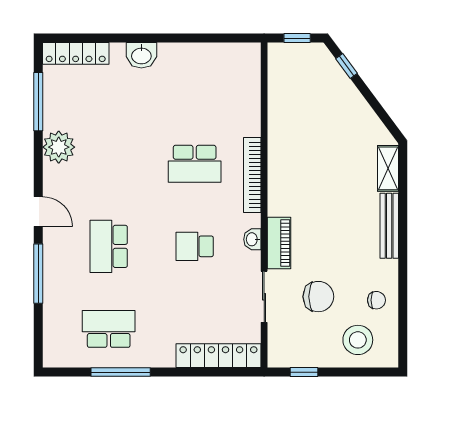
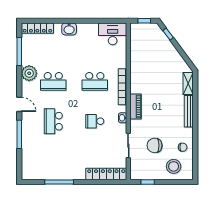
desk: (232, 65) -> (113, 34), added
piano: (279, 243) -> (136, 106), moved
chair: (318, 297) -> (155, 145), turned 180
school desk: (109, 329) -> (53, 81), moved, turned 180

